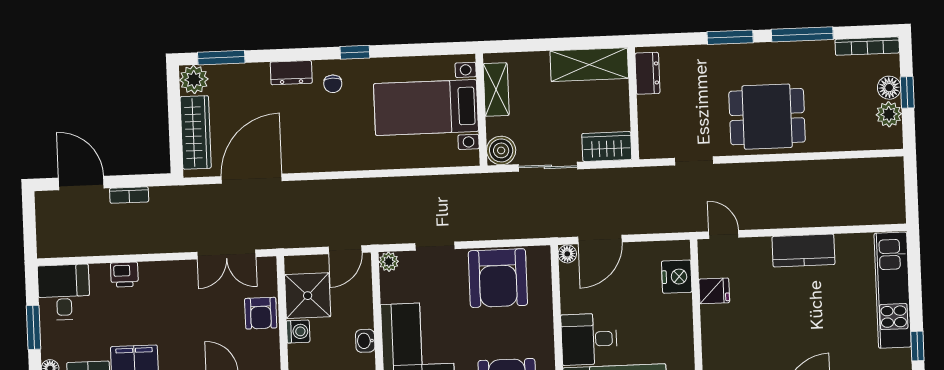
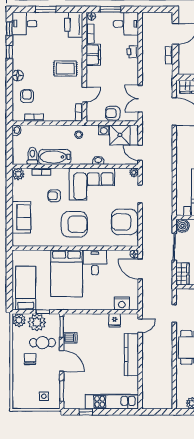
kitchen counter: (803, 251) -> (131, 355), width x1.50

